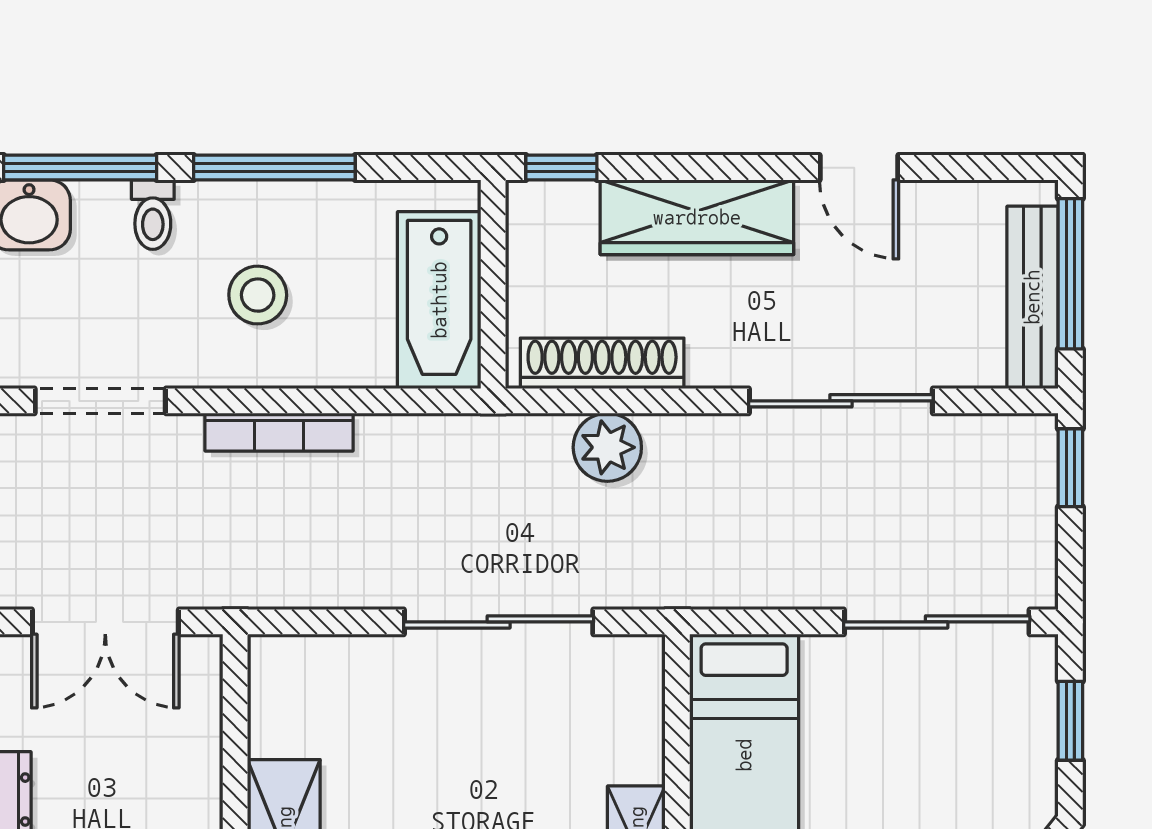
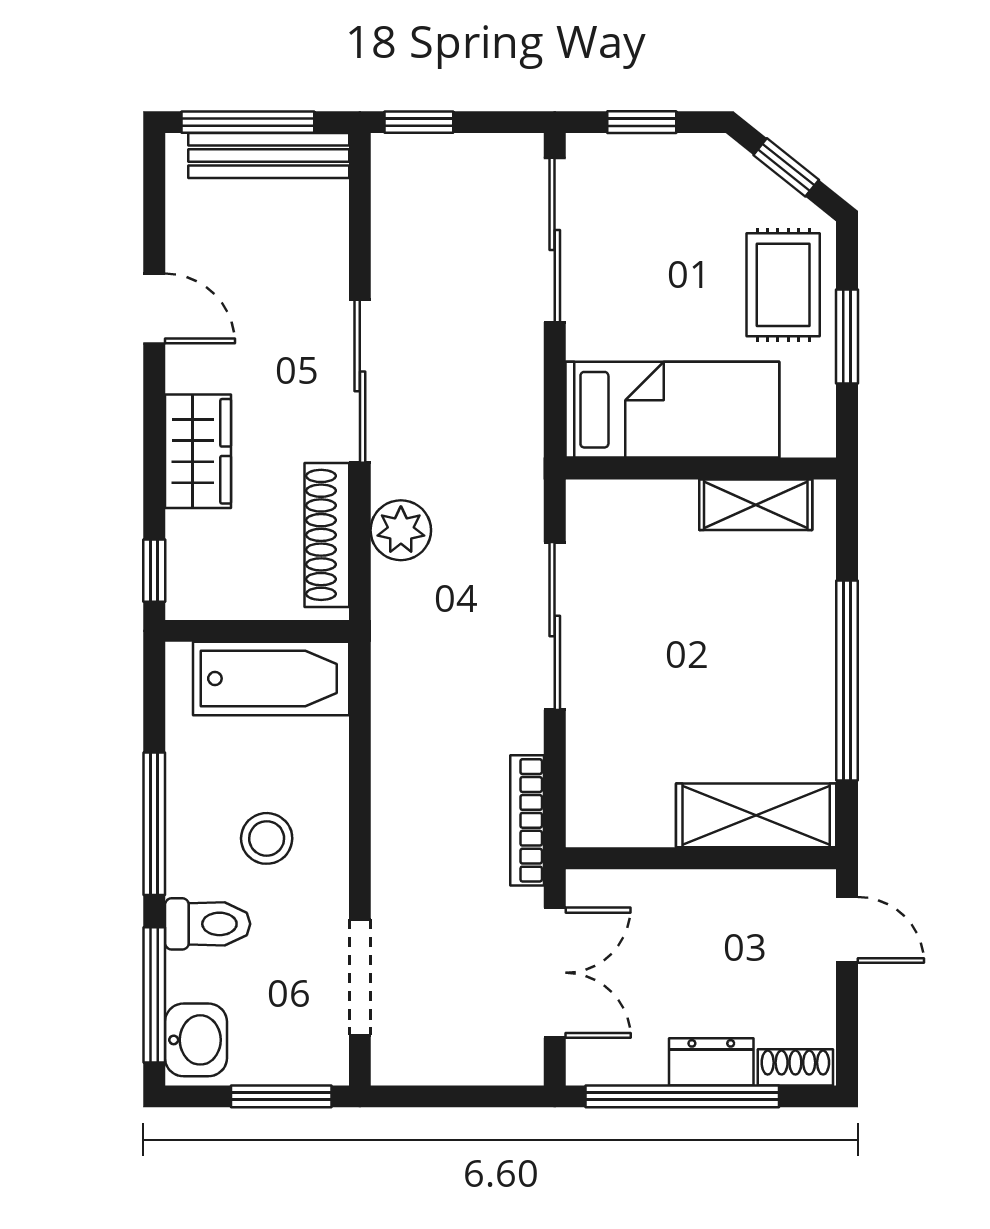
door: (859, 168) -> (154, 308), hinge flipped
toilet: (153, 215) -> (208, 924), width x1.37, depth x1.39
wardrobe: (697, 217) -> (198, 451), width x0.67
sliding door: (841, 401) -> (360, 381), moved
bookcase: (279, 432) -> (527, 820), moved, turned 180

